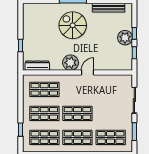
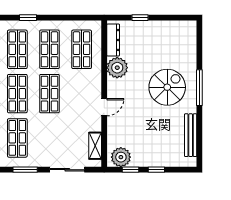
plant: (125, 38) -> (121, 157), moved
plant: (71, 63) -> (117, 68), moved
door: (88, 73) -> (104, 107), hinge flipped
shelving: (116, 79) -> (95, 146), added

